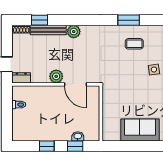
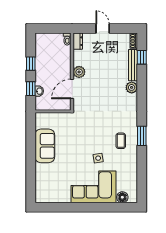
plant: (56, 76) -> (79, 72), moved
dresser: (21, 78) -> (78, 41), moved
wall: (56, 84) -> (72, 72), moved
door: (75, 84) -> (72, 89), moved

